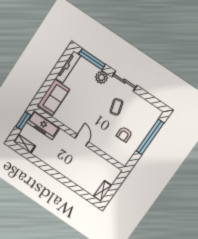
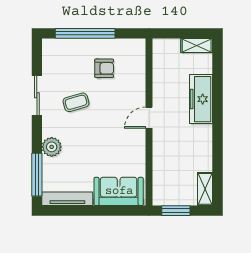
sliding door: (124, 81) -> (37, 95), moved
freezer: (43, 125) -> (201, 99), moved, turned 180

